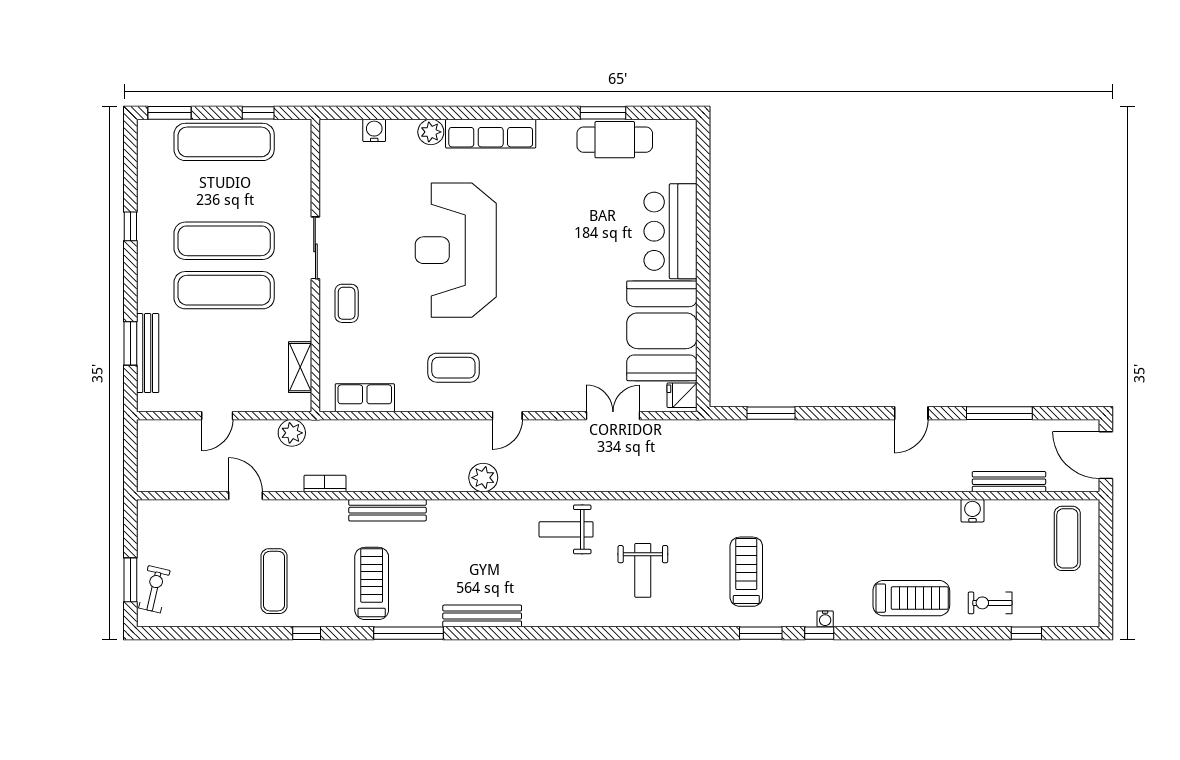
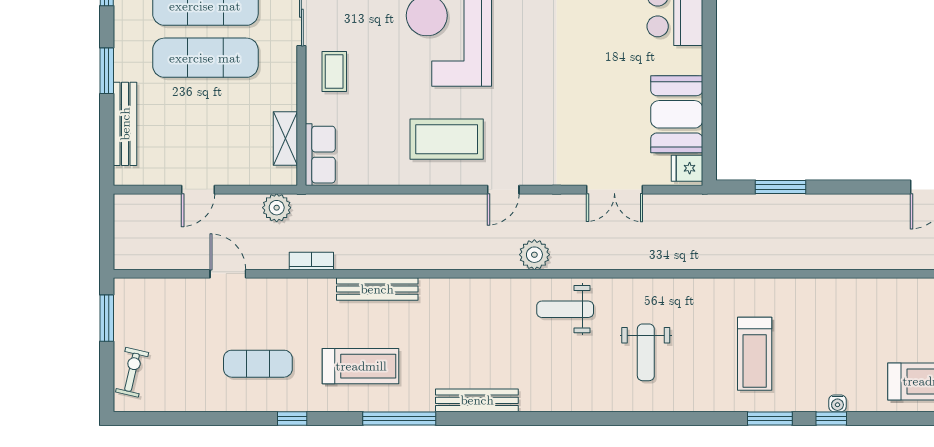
booth: (662, 331) -> (677, 114), width x0.73, depth x0.70
window: (130, 343) -> (107, 71), moved
coffee table: (453, 368) -> (447, 139), width x1.36, depth x1.32
row of seats: (365, 398) -> (320, 155), moved, turned 90
double door: (613, 416) -> (614, 190), swing flipped
plant: (483, 478) -> (534, 255), moved
treadmill: (746, 572) -> (755, 354), turned 180
window: (130, 580) -> (107, 318), moved
exercise mat: (274, 581) -> (258, 364), turned 90
treadmill: (372, 583) -> (361, 366), turned 90

